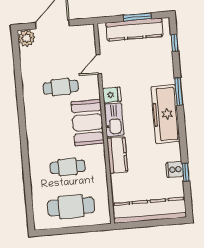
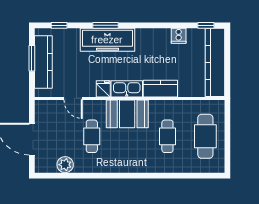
plant: (26, 38) -> (65, 165), moved
freezer: (165, 114) -> (107, 40), moved
window: (186, 172) -> (206, 25), moved

